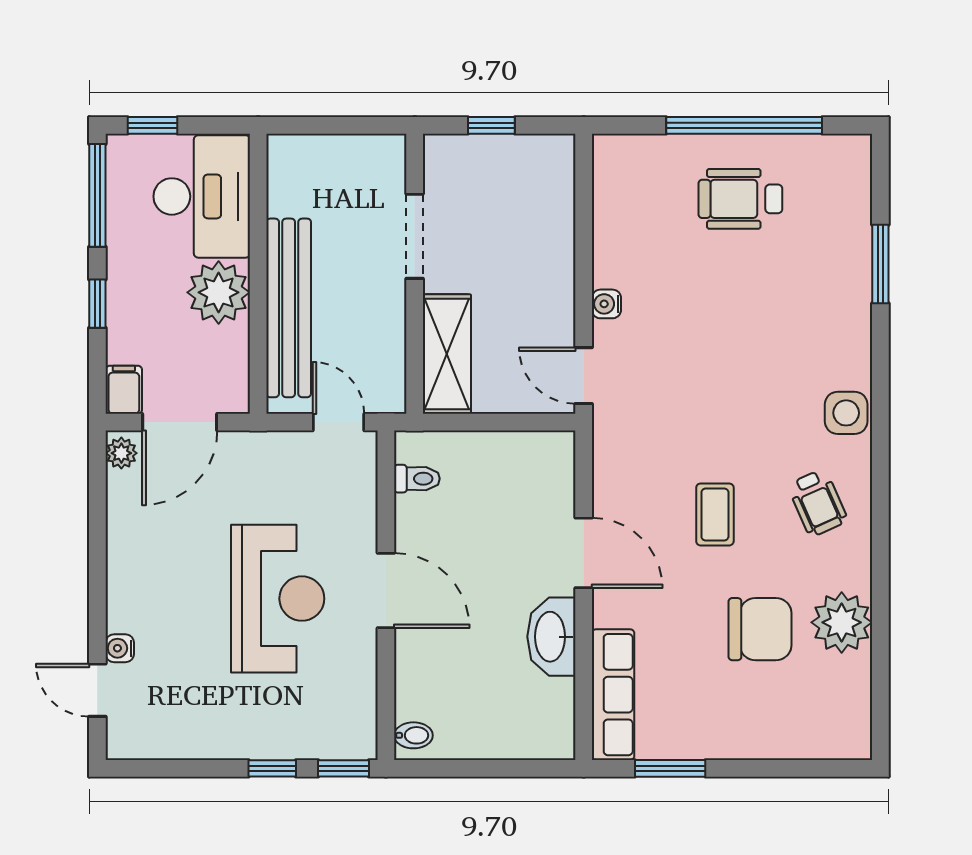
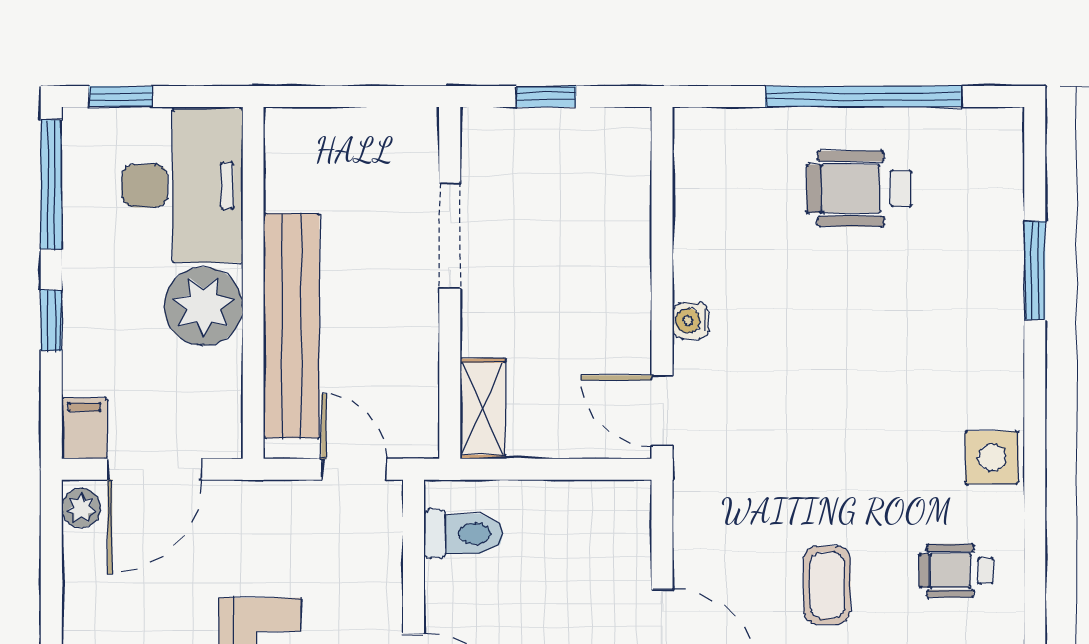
shelving: (447, 354) -> (483, 409), width x0.67, depth x0.75
toilet: (417, 479) -> (464, 534), width x1.37, depth x1.39
wheelchair: (818, 503) -> (956, 571), turned 114

